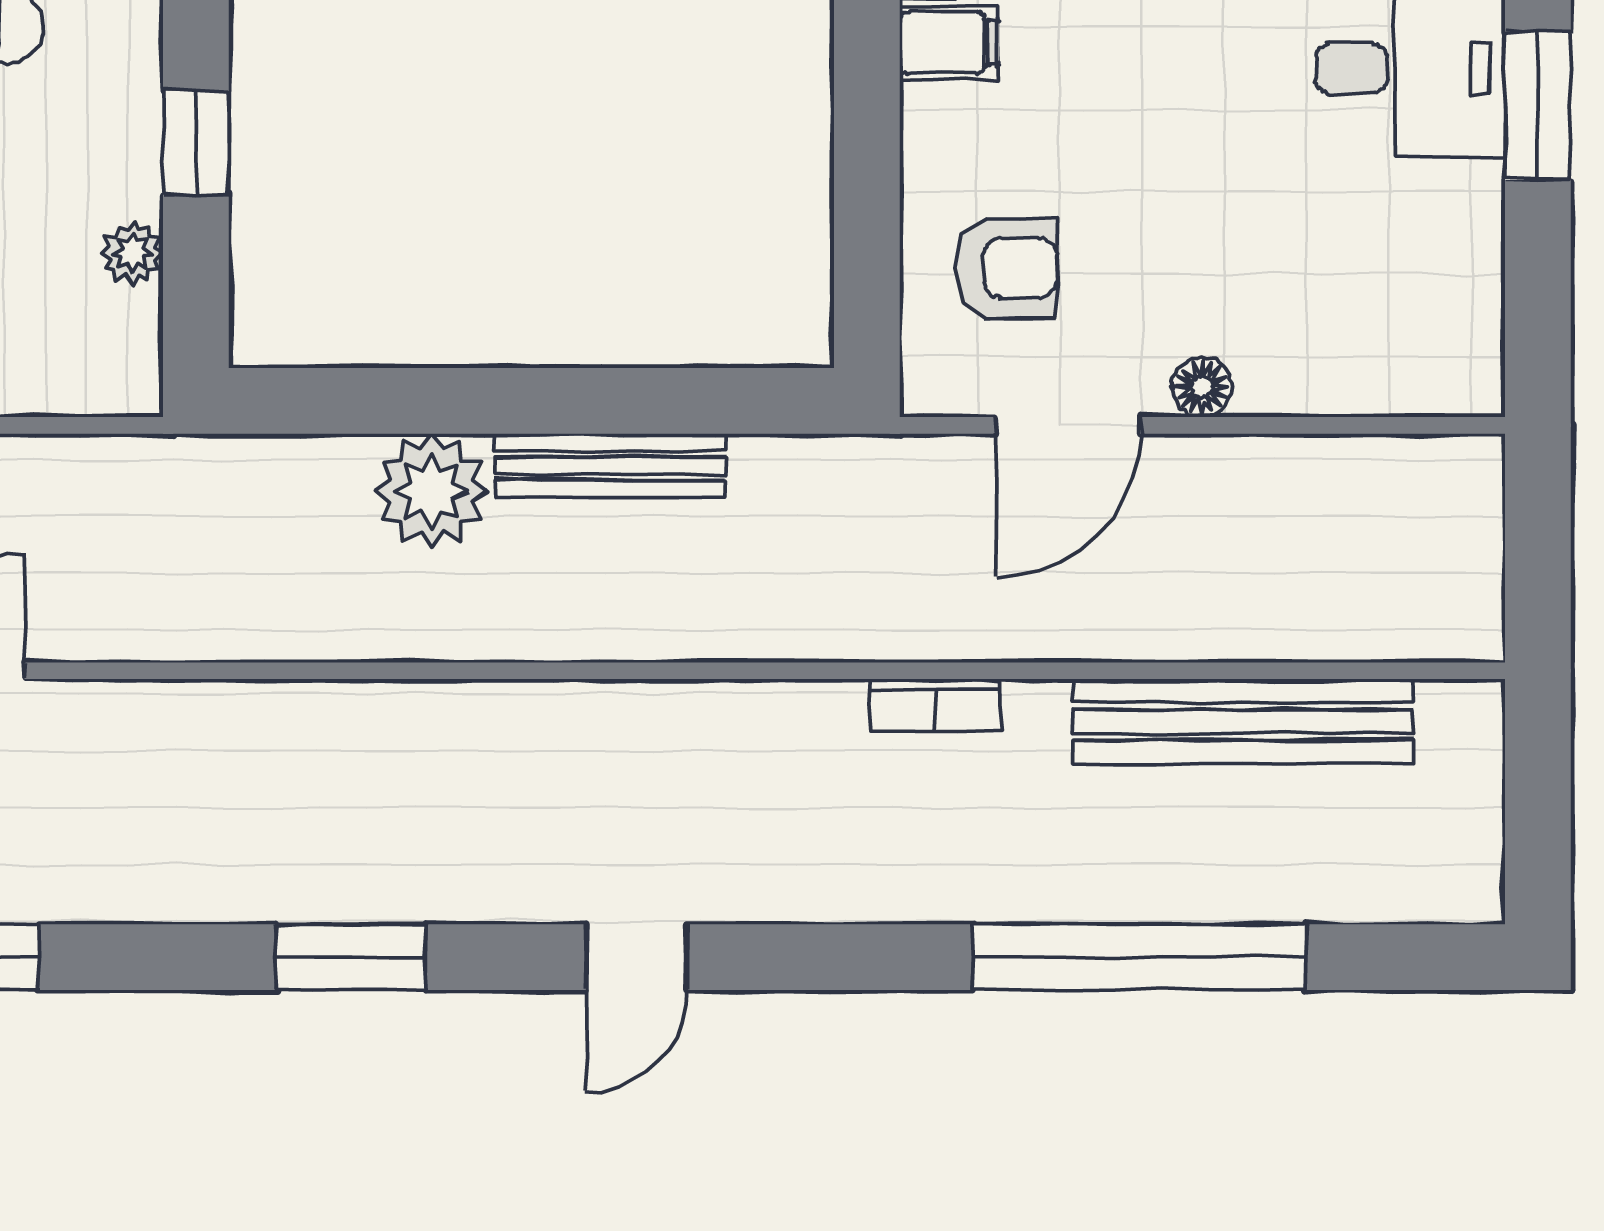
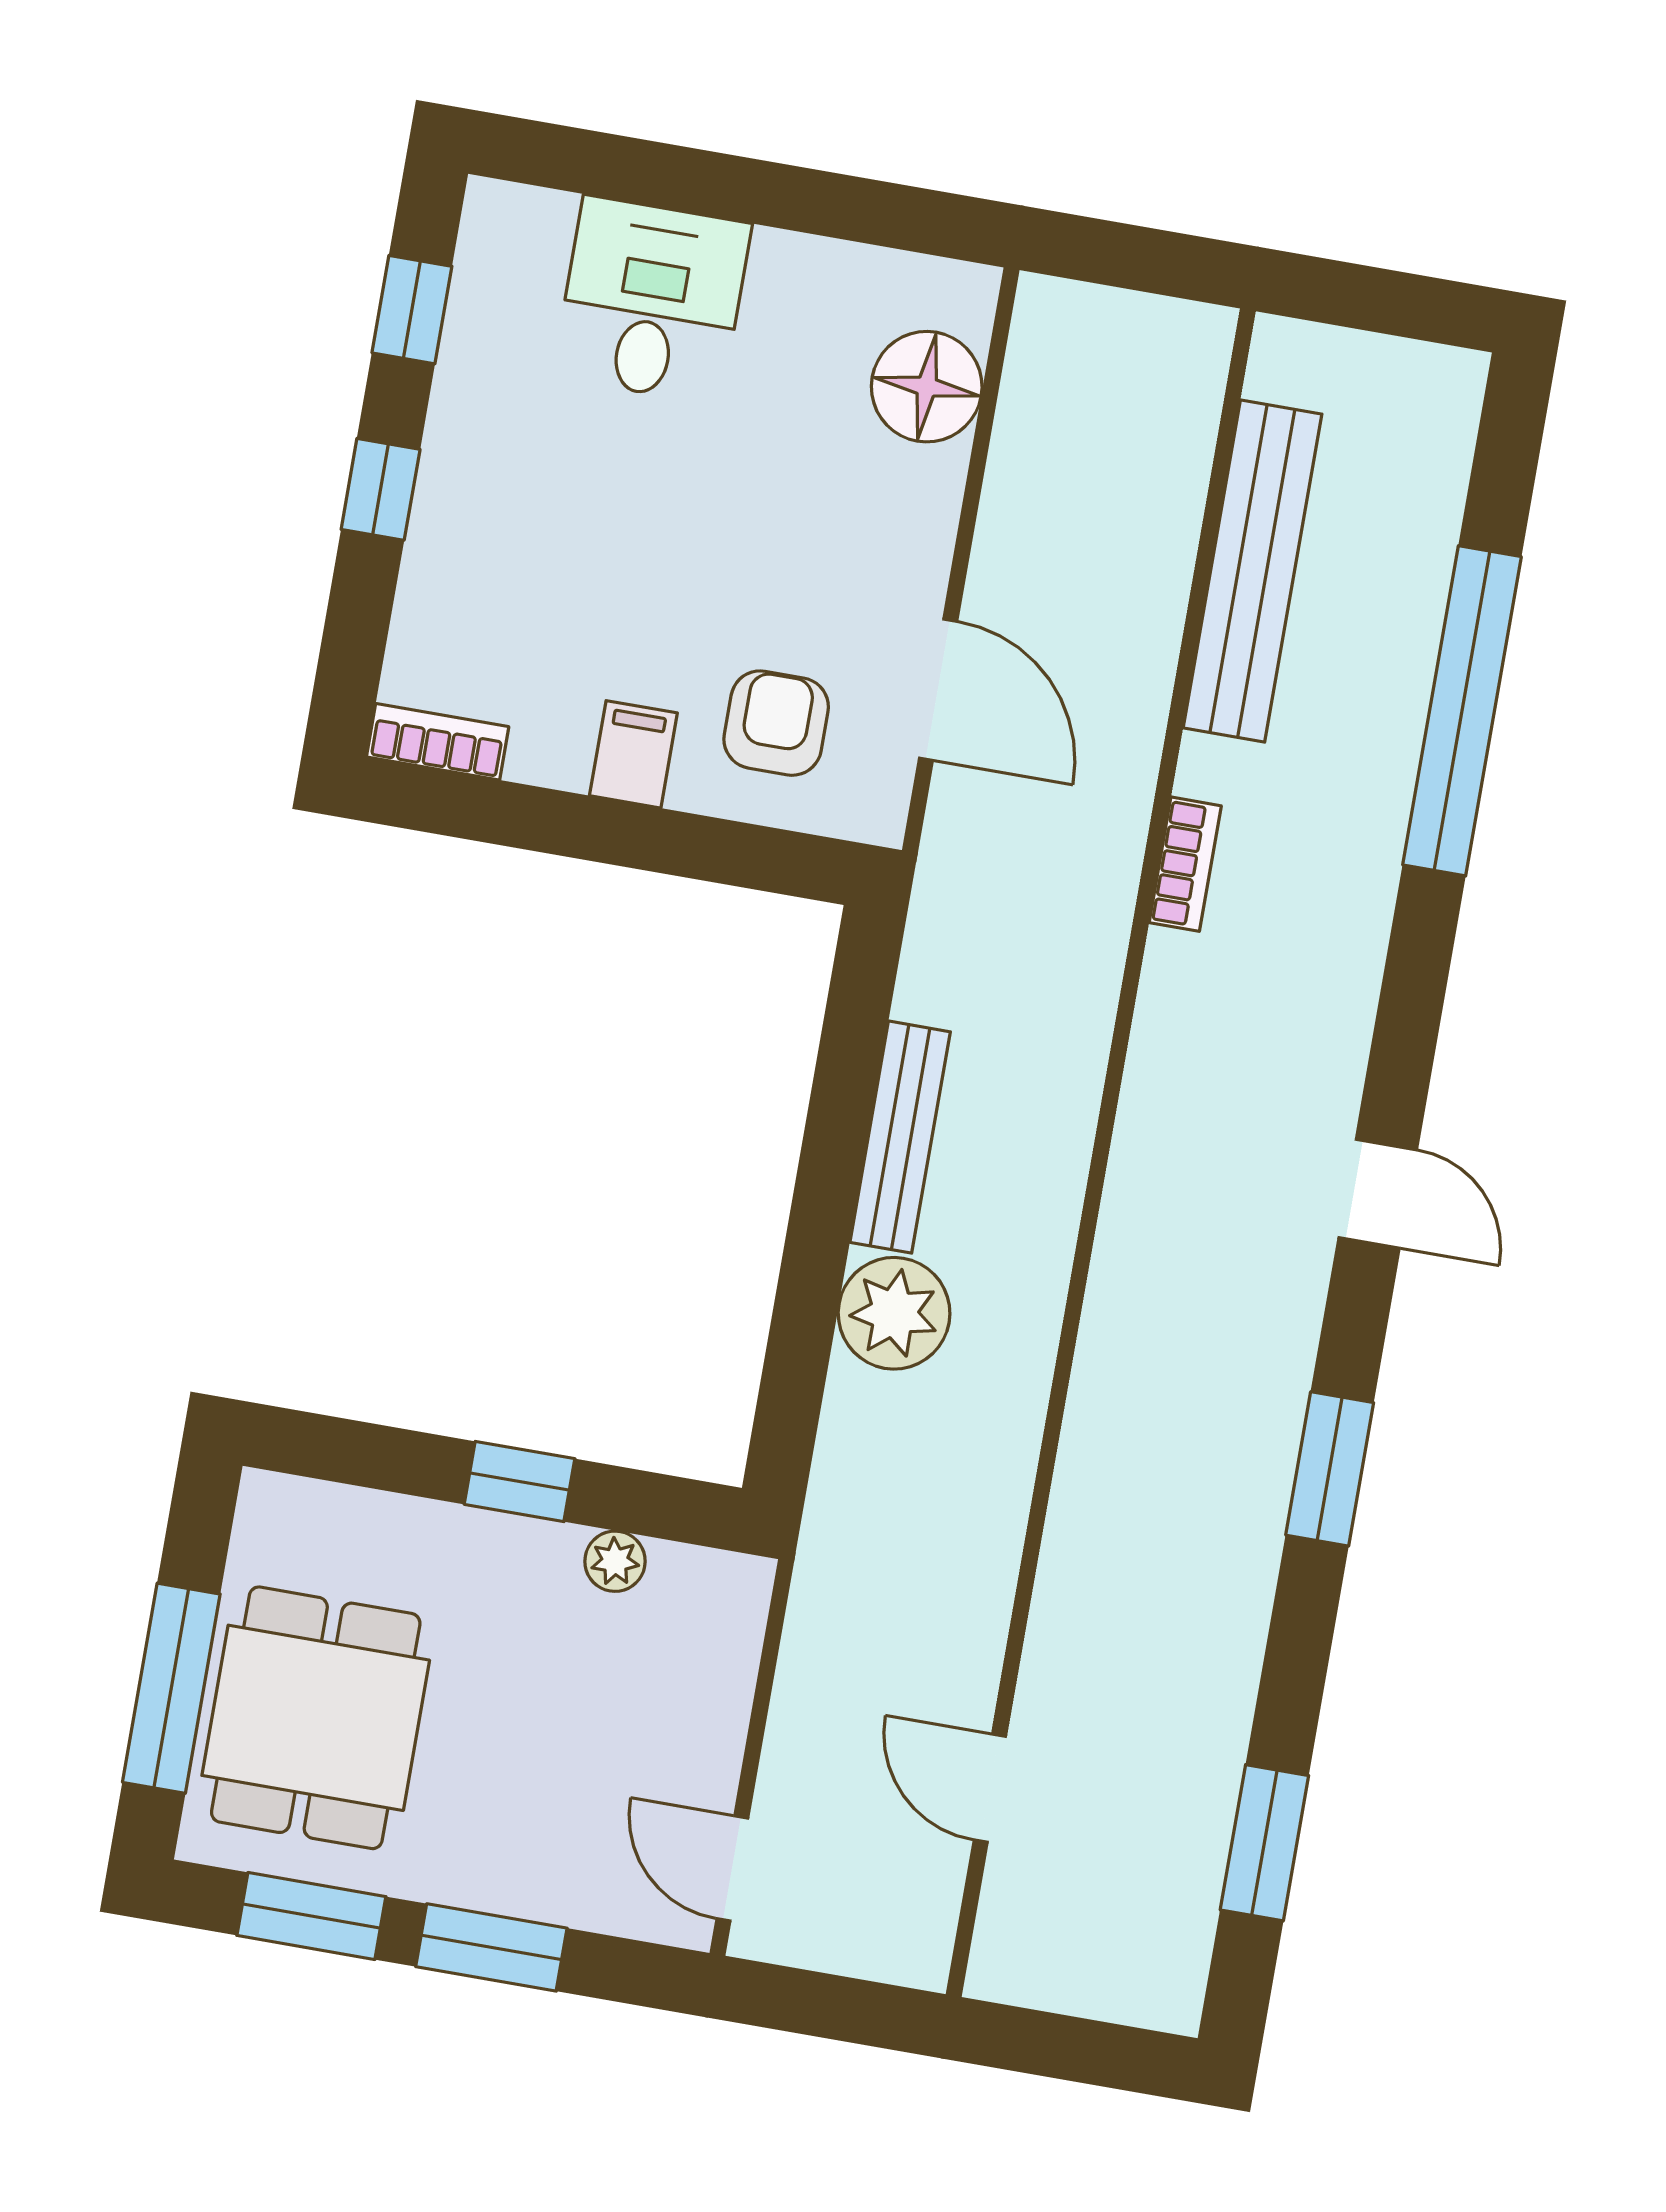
filing cabinet: (949, 43) -> (633, 754), moved
window: (1538, 106) -> (710, 184), removed
floor lamp: (1202, 387) -> (927, 387), moved, width x1.89, depth x1.89

